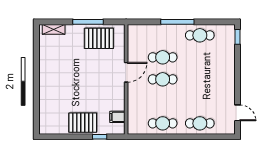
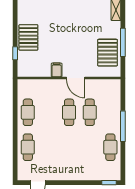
filing cabinet: (117, 117) -> (57, 70), moved

